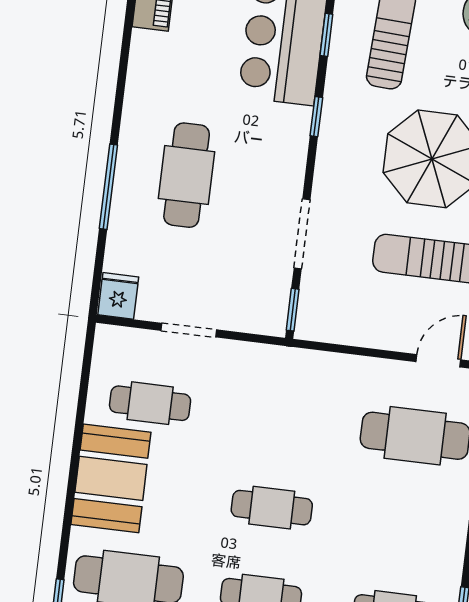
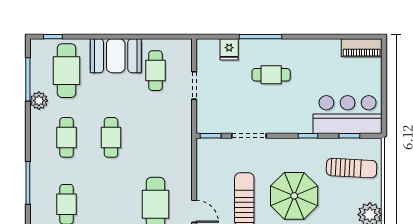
cafe table: (187, 175) -> (271, 75), width x0.73, depth x0.74
fridge: (118, 296) -> (229, 49), moved, turned 90

